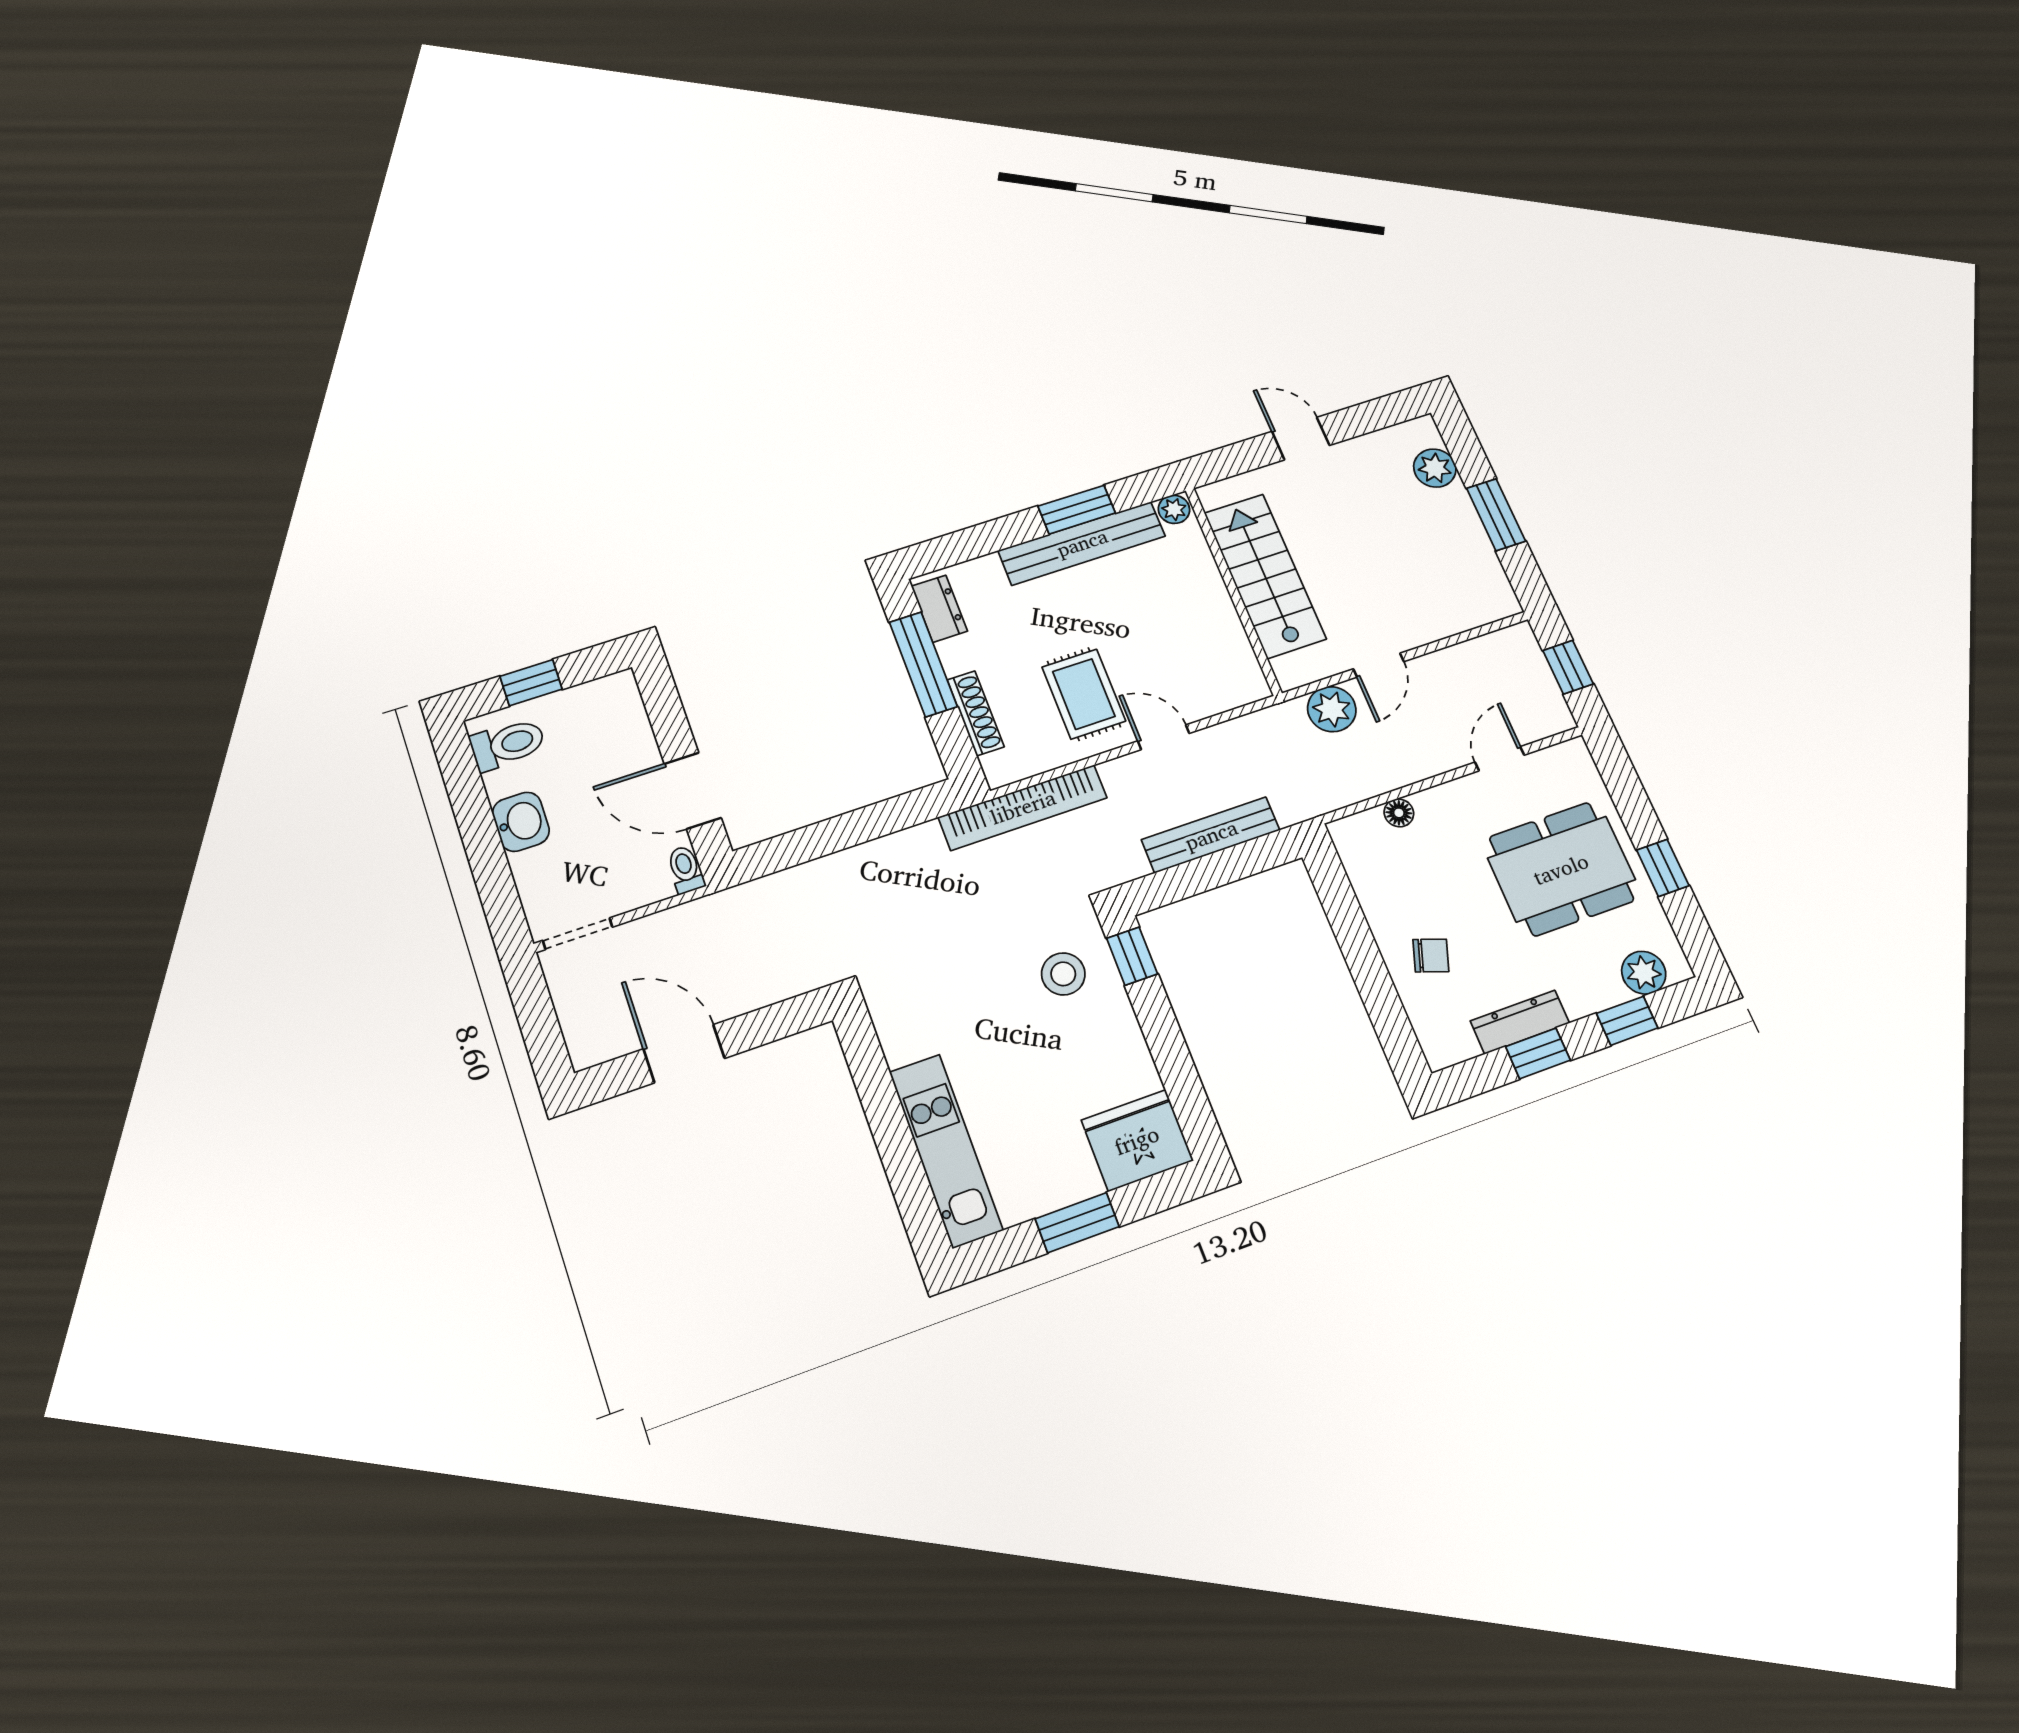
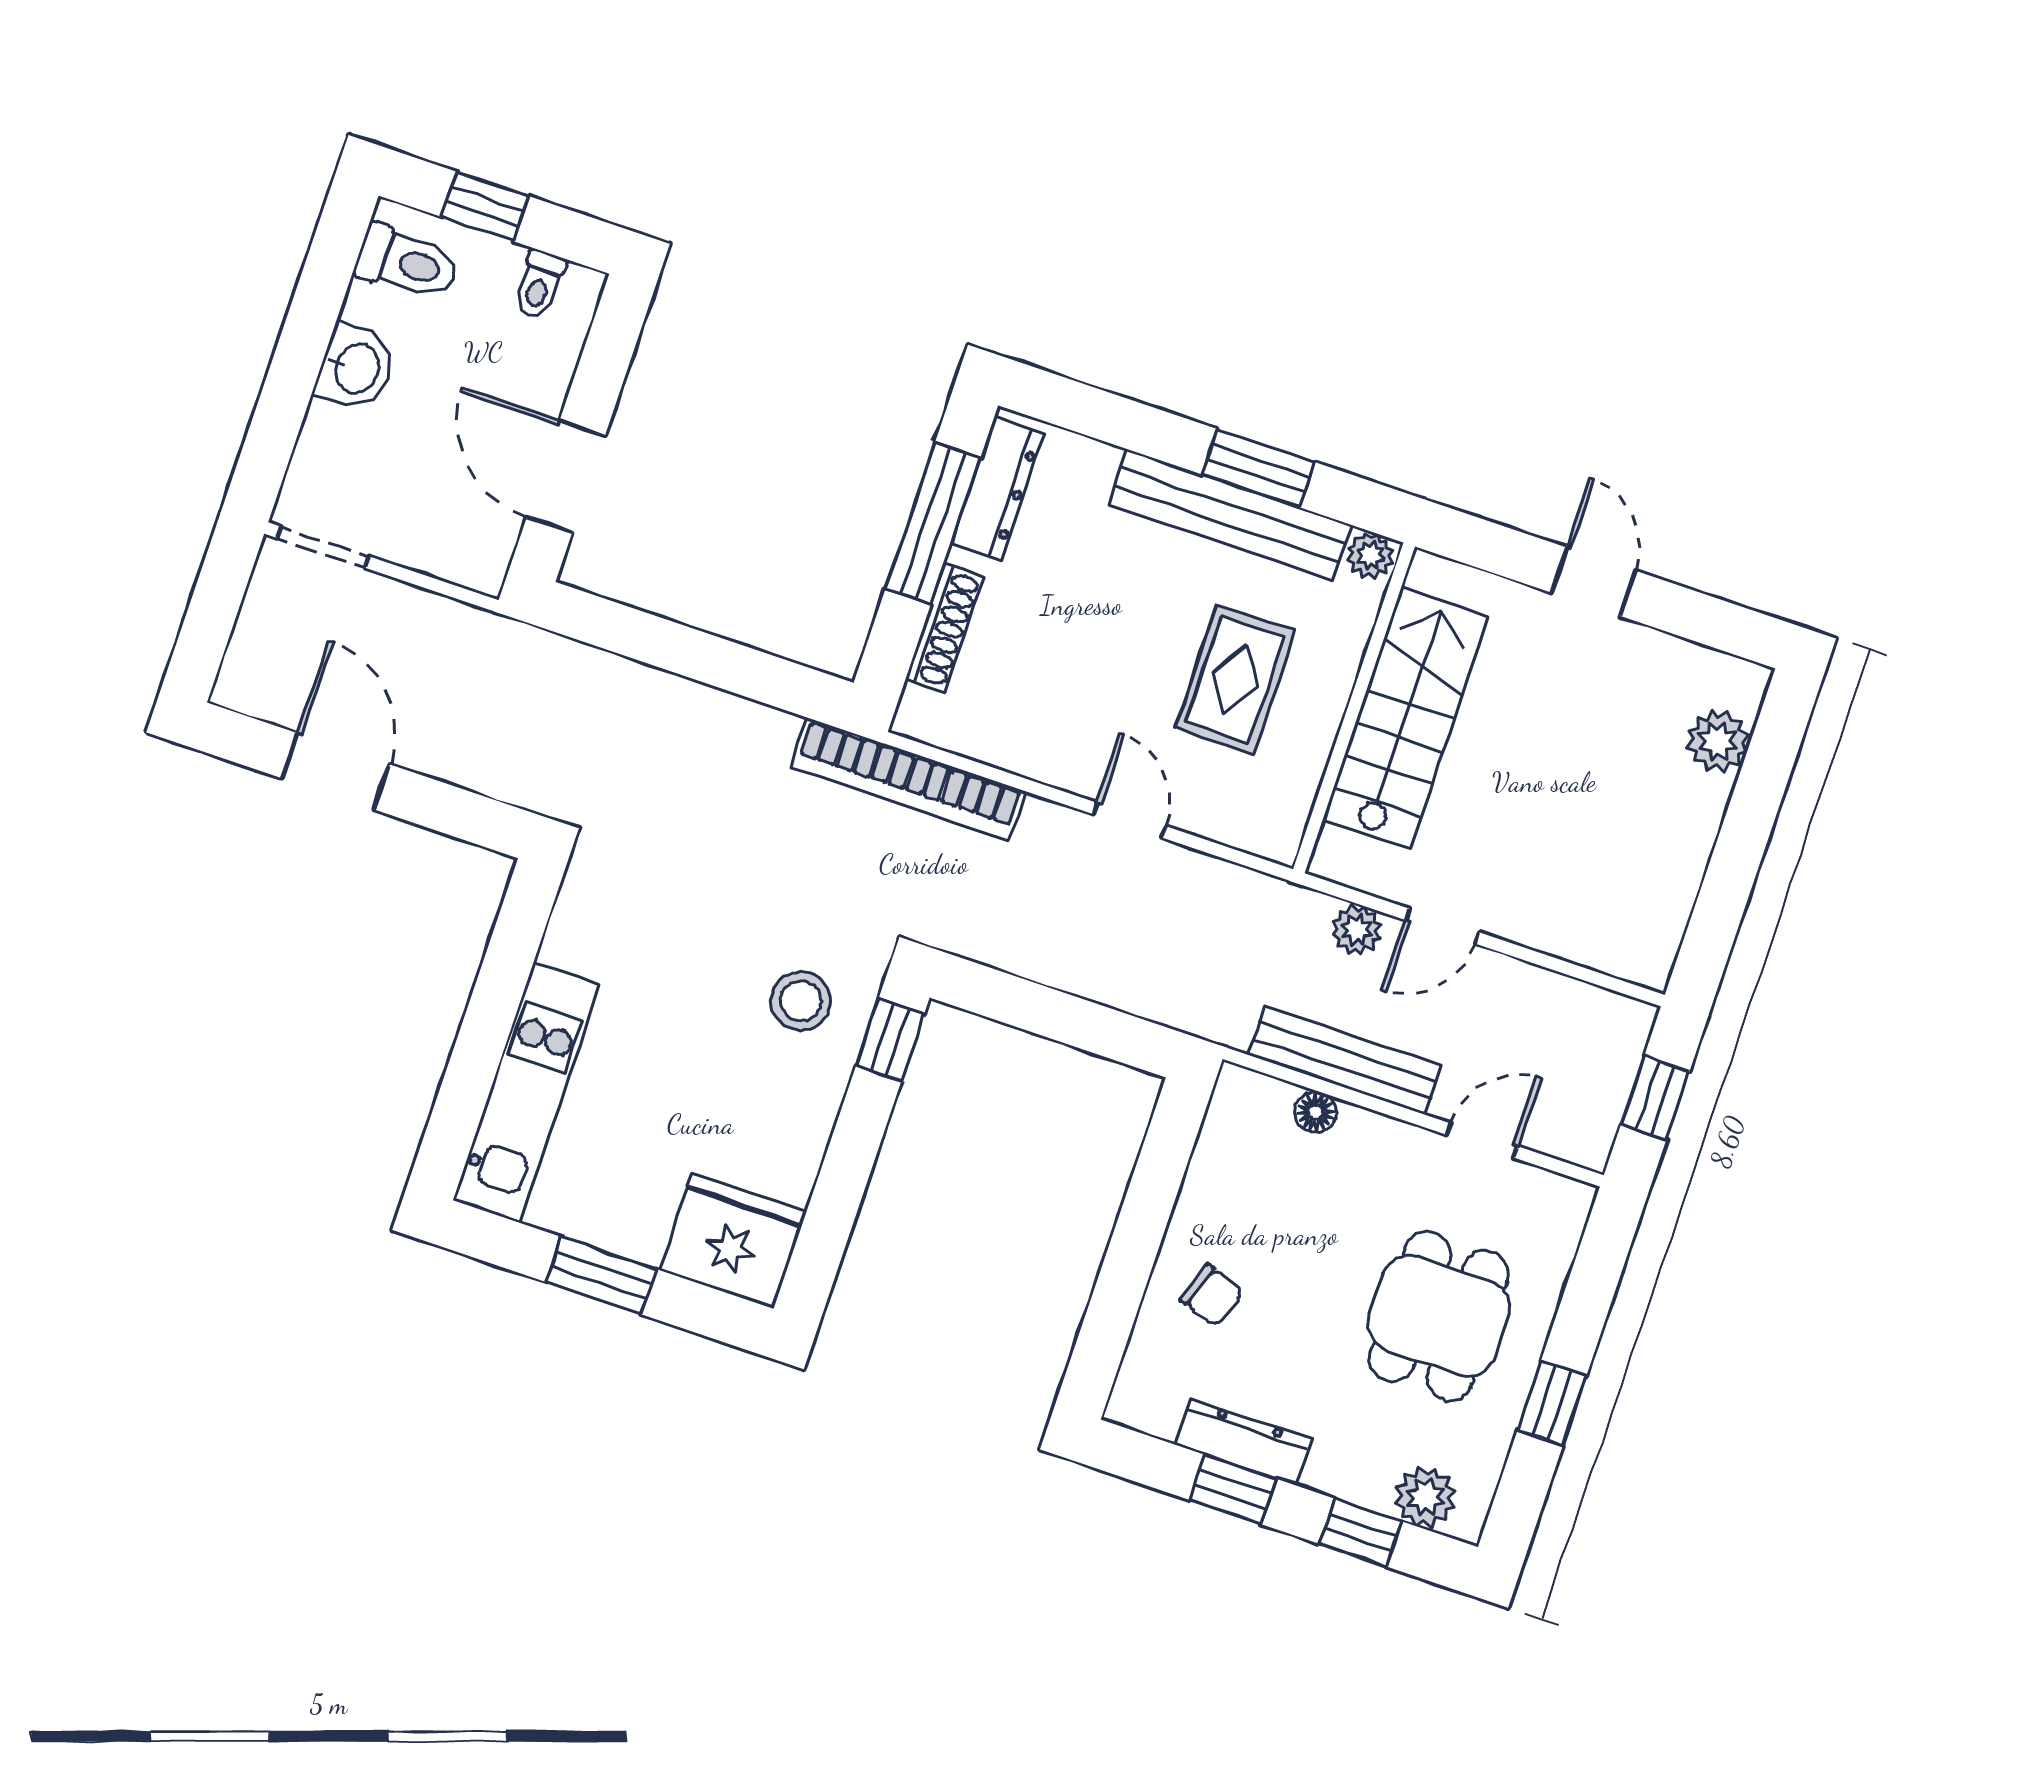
window: (1496, 515) -> (1738, 854), removed
dresser: (939, 609) -> (998, 489), width x1.44
rug: (1084, 694) -> (1235, 679), moved
plant: (1332, 709) -> (1357, 930), width x0.73, depth x0.73
bench: (1211, 835) -> (1345, 1060), moved
dining table: (1561, 869) -> (1439, 1316), width x0.73
toilet: (685, 870) -> (539, 284), moved, turned 180

